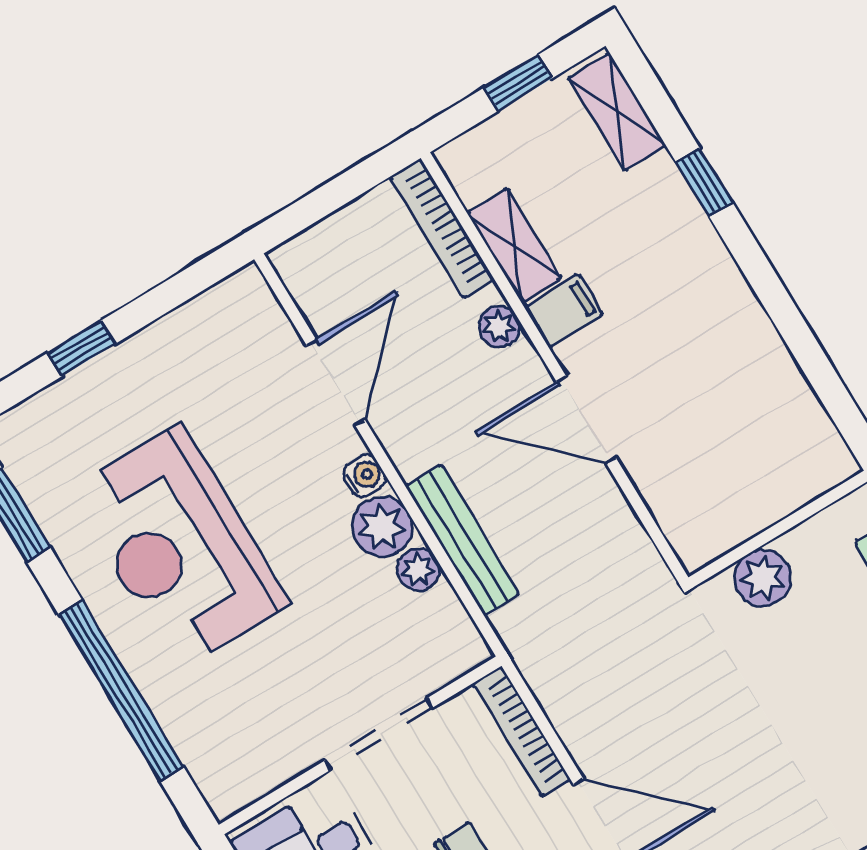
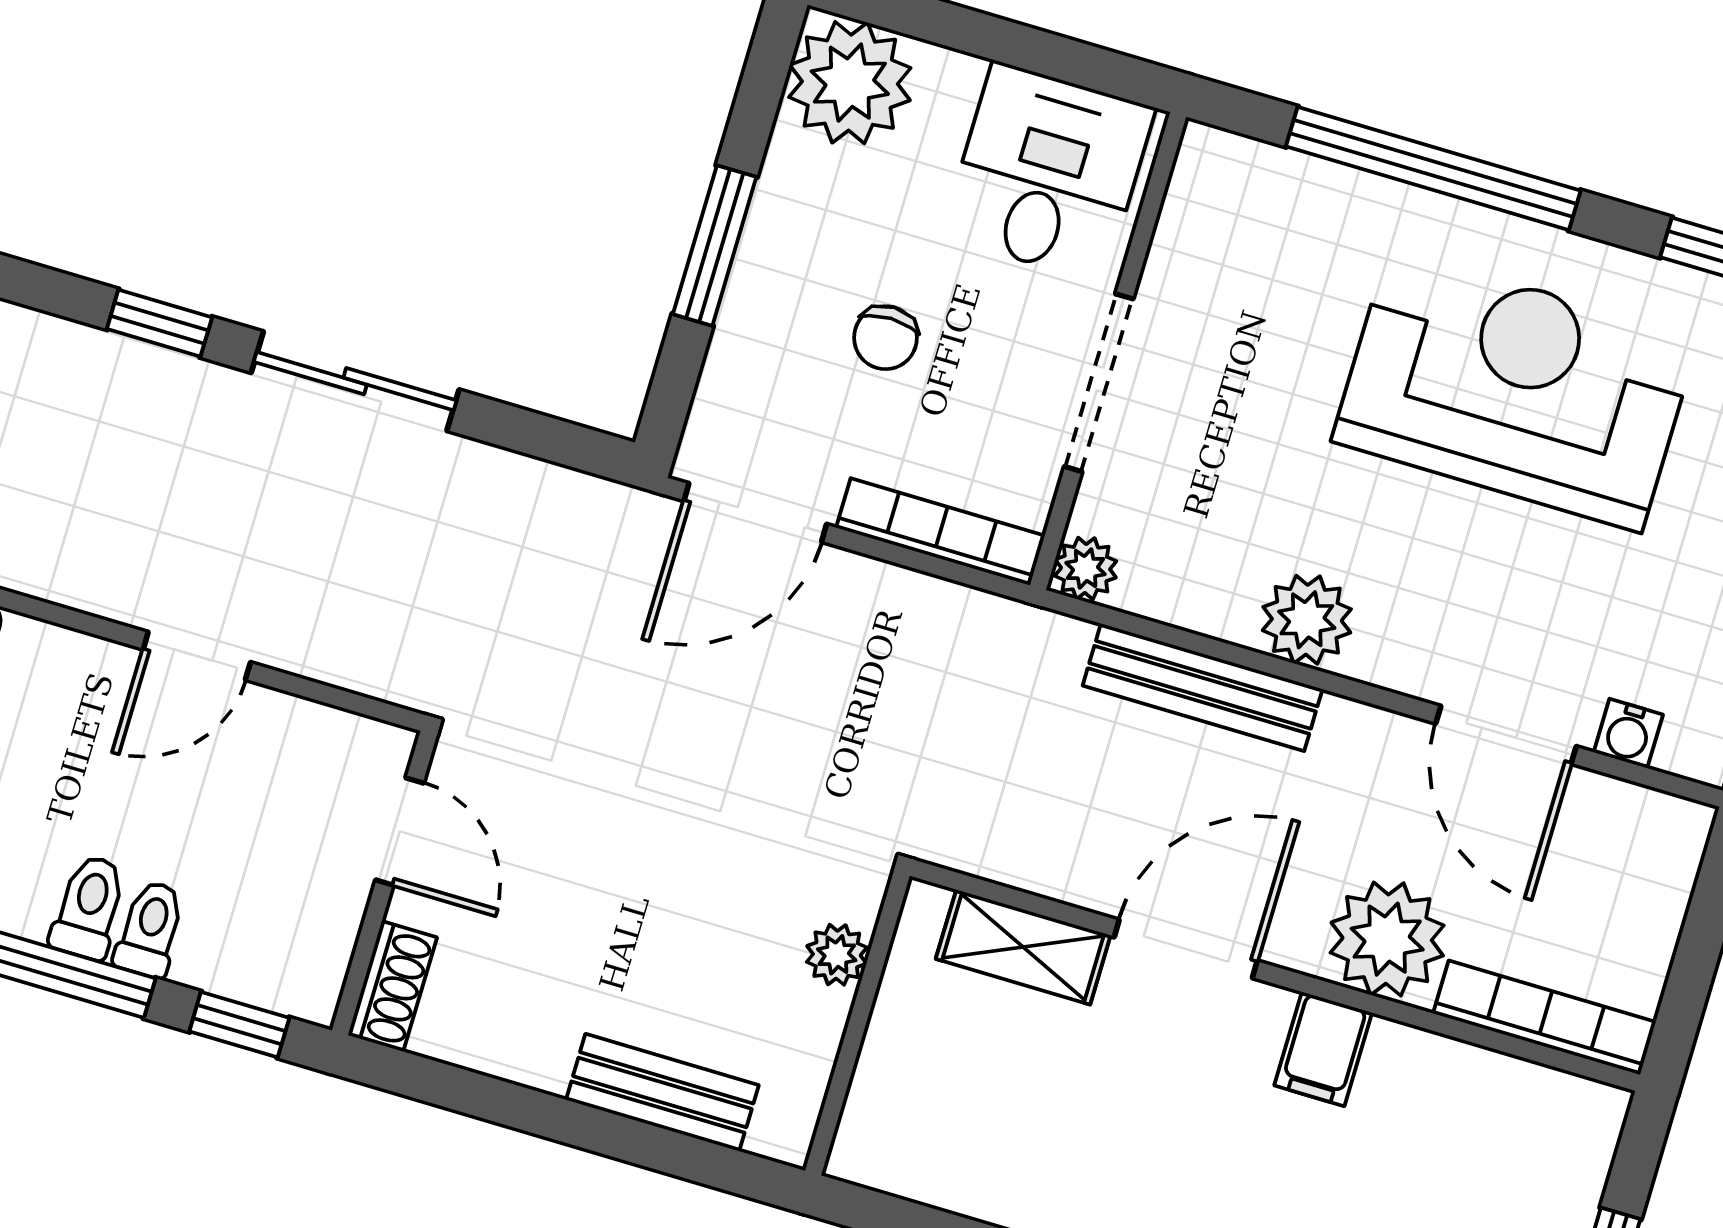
shelving: (514, 245) -> (1023, 947), moved
plant: (499, 327) -> (1387, 939), width x1.88, depth x1.88
water cooler: (365, 476) -> (1628, 733), moved
plant: (418, 569) -> (1086, 568), moved
plant: (763, 578) -> (837, 955), width x0.73, depth x0.73

